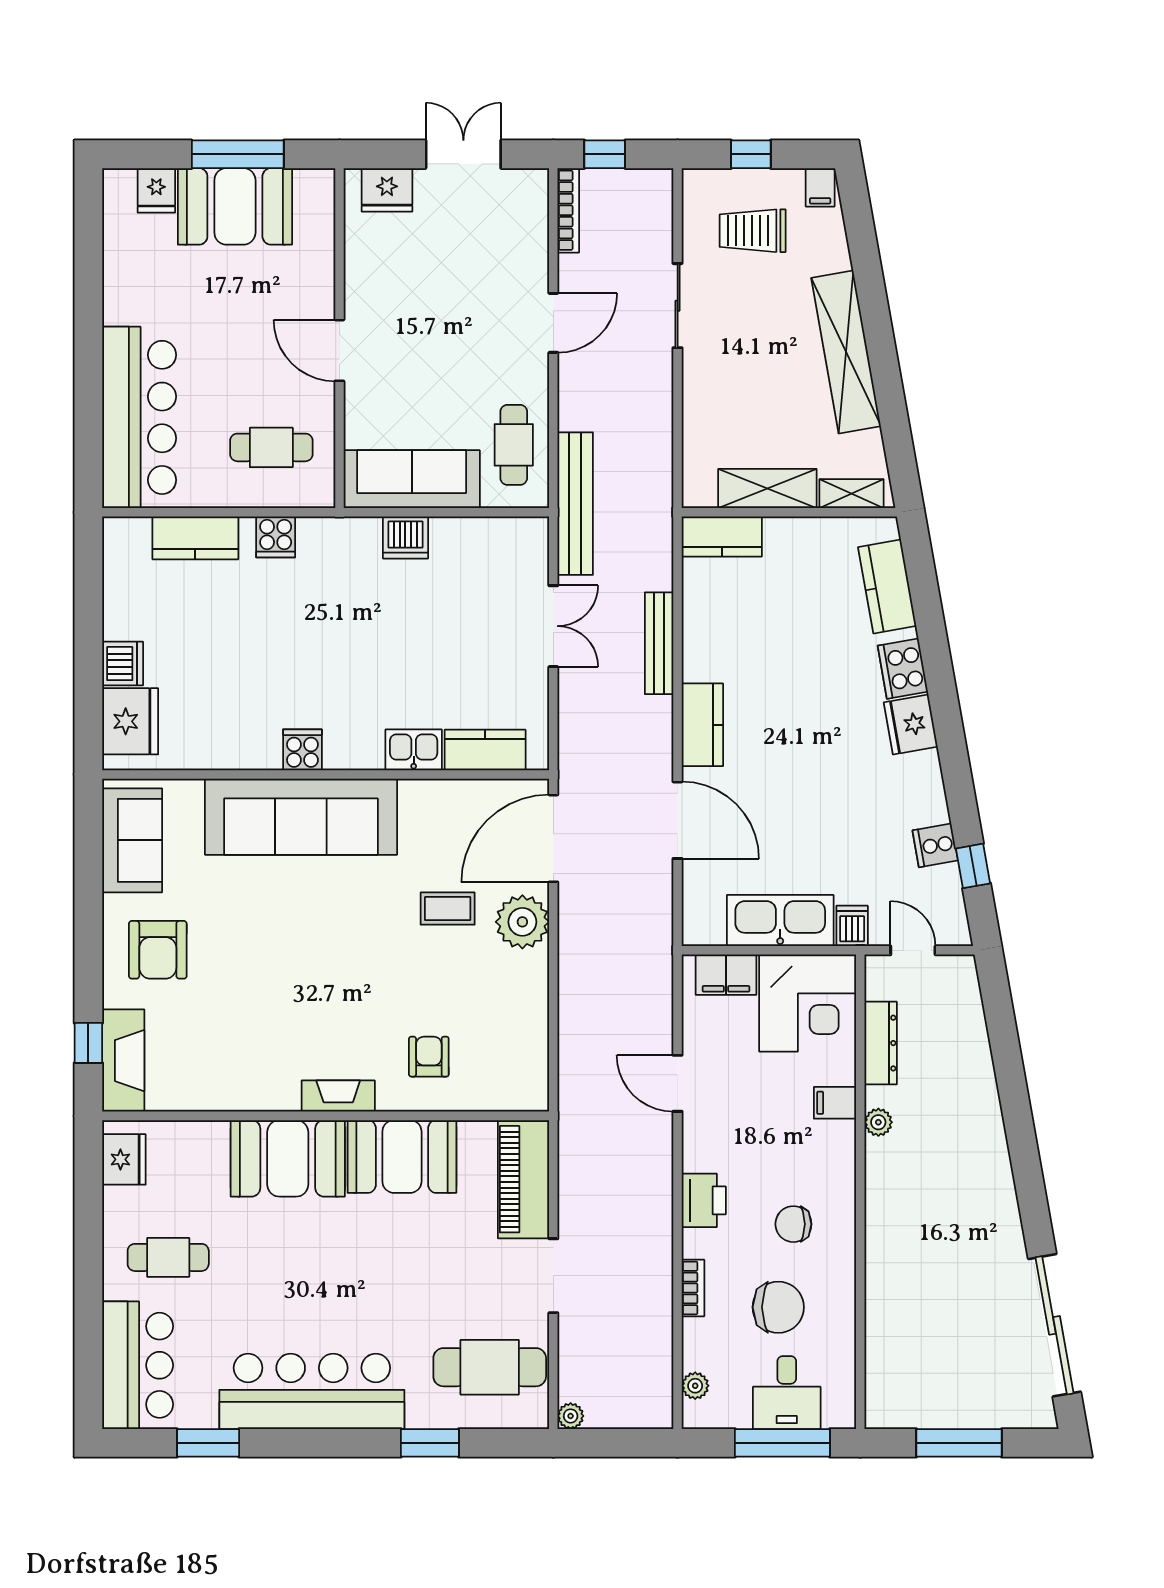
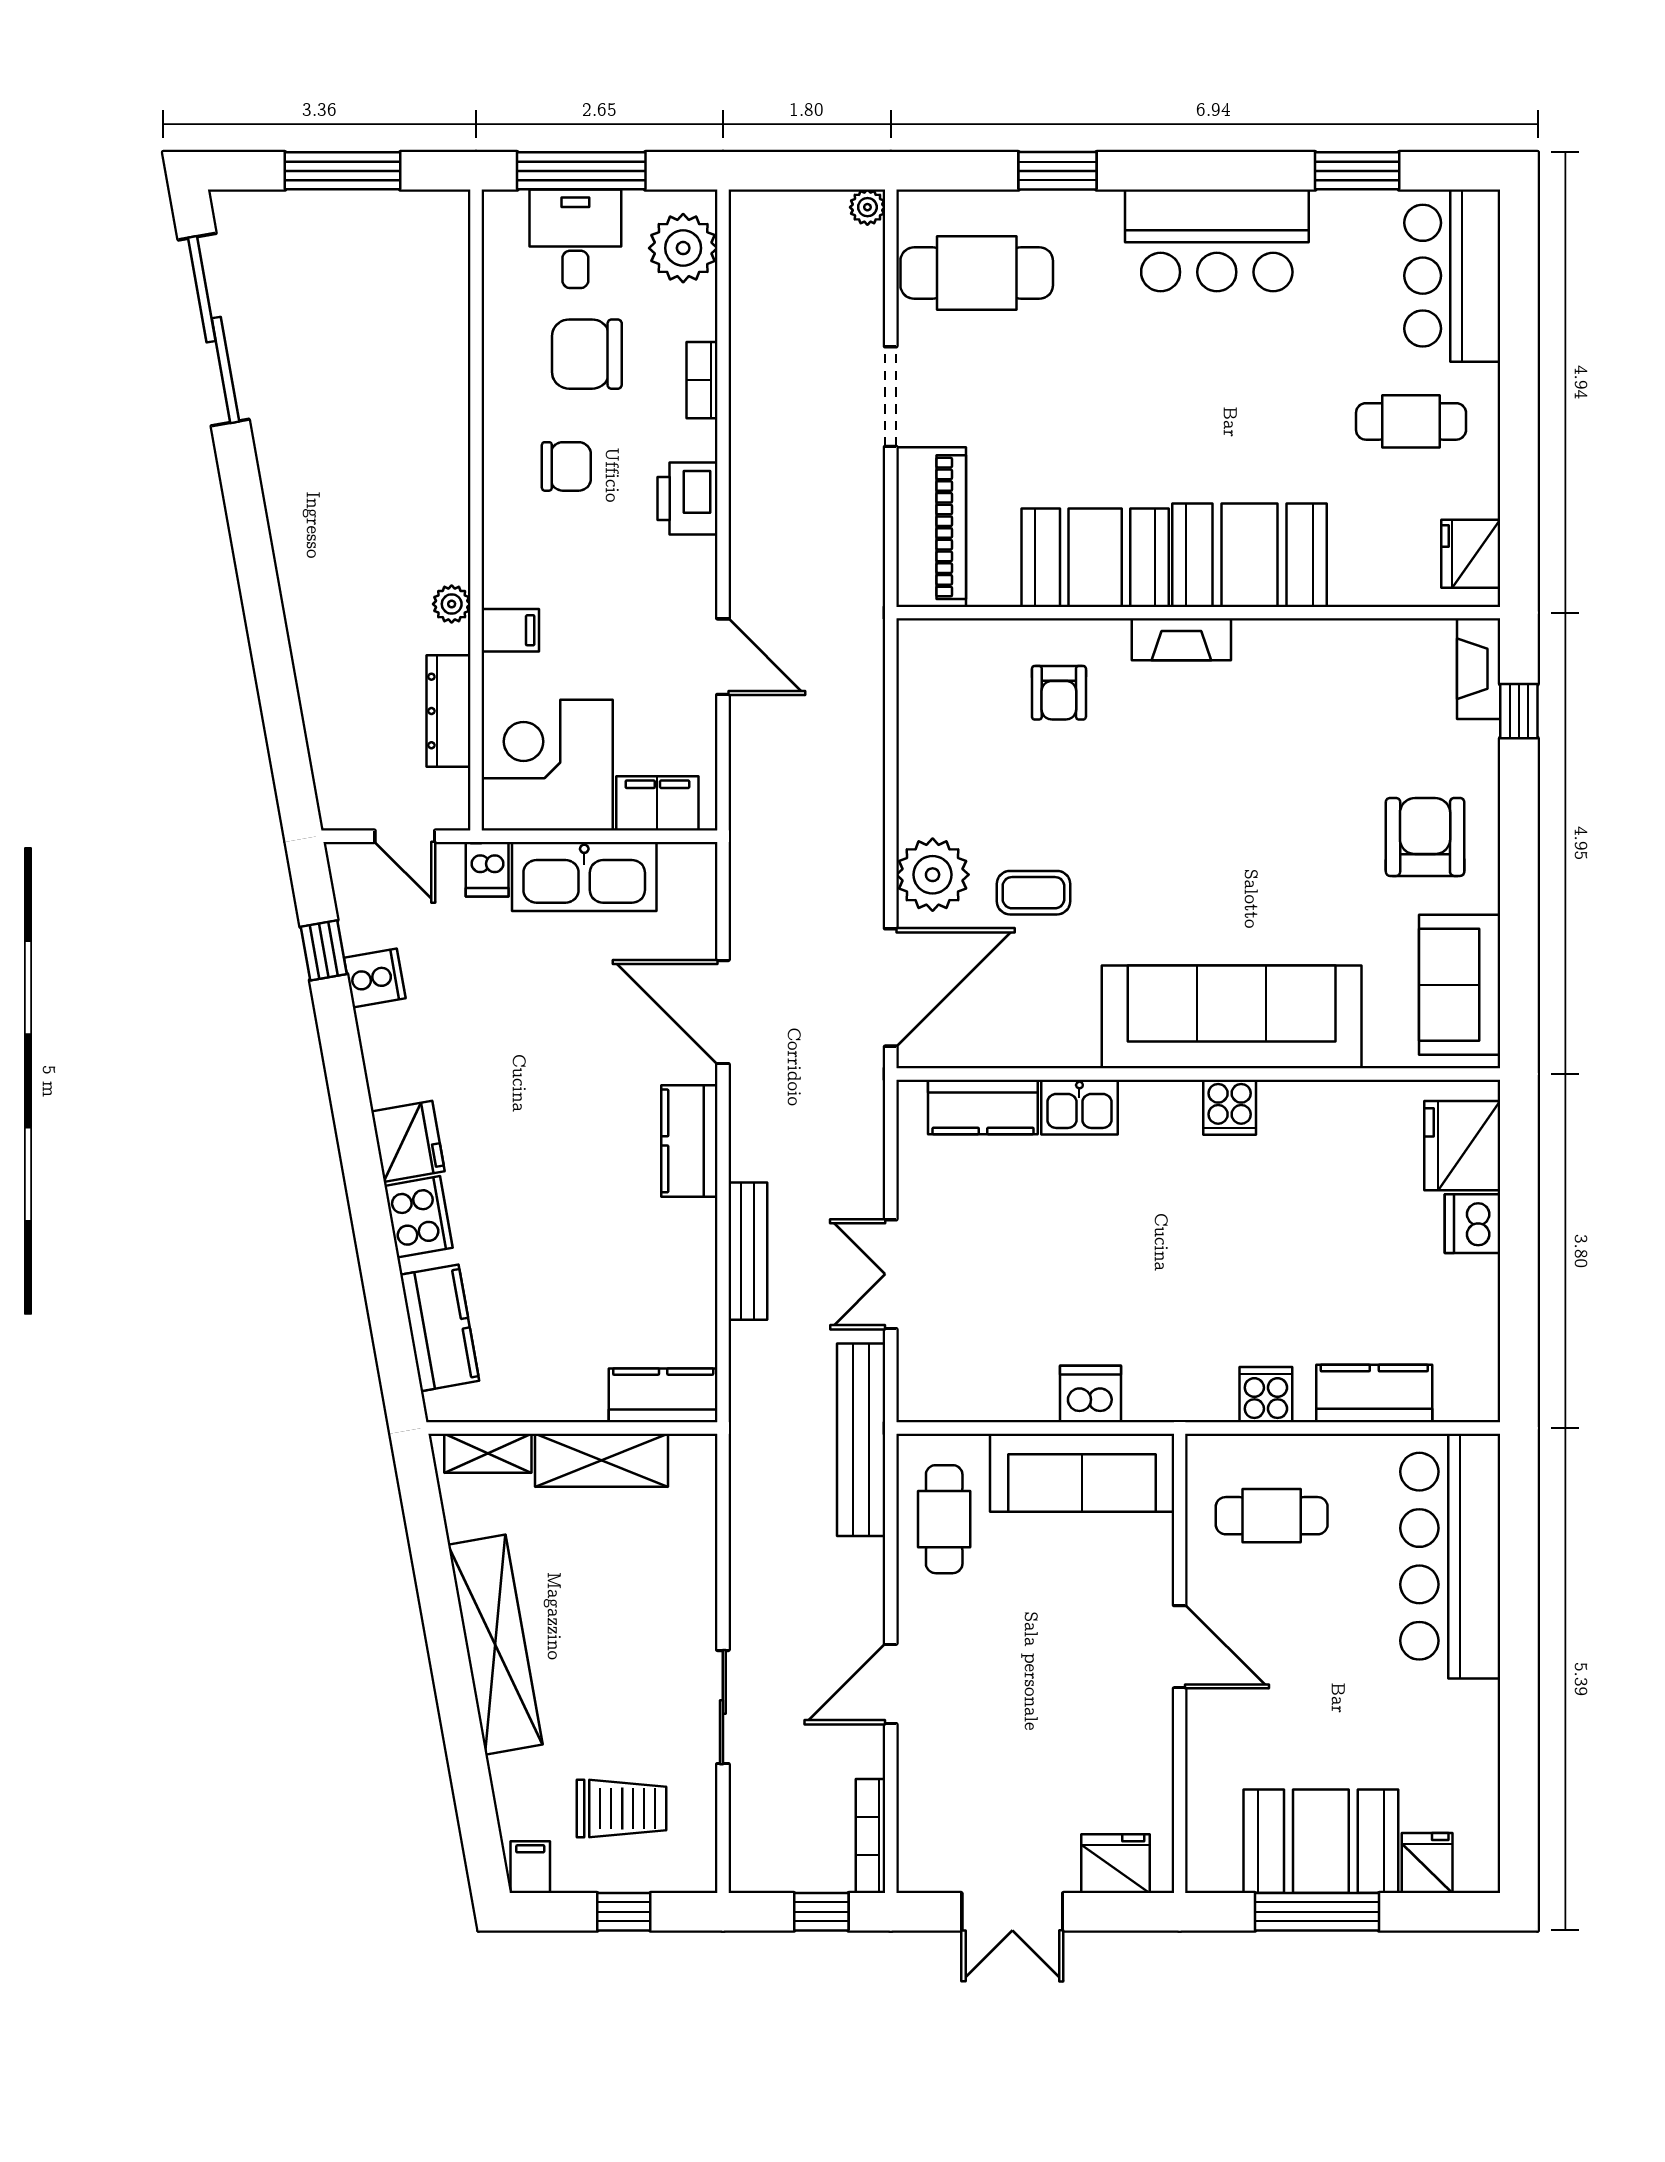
fireplace: (123, 1061) -> (1479, 669), width x0.73, depth x0.76
plant: (695, 1386) -> (683, 248), width x1.88, depth x1.88
bar counter: (312, 1391) -> (1217, 240), width x0.73

